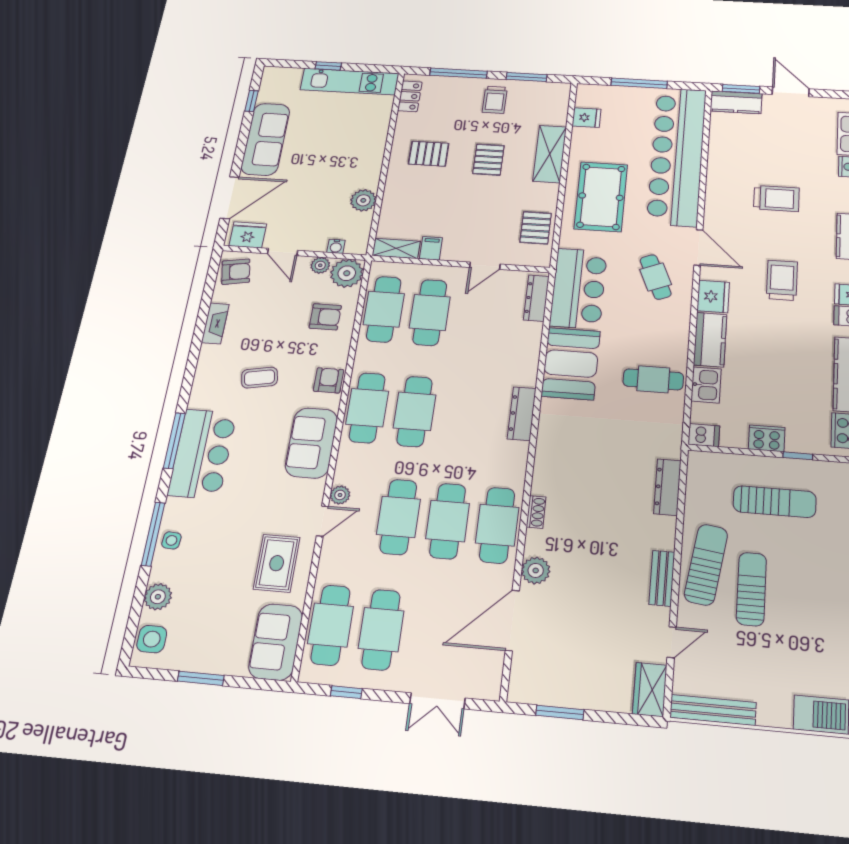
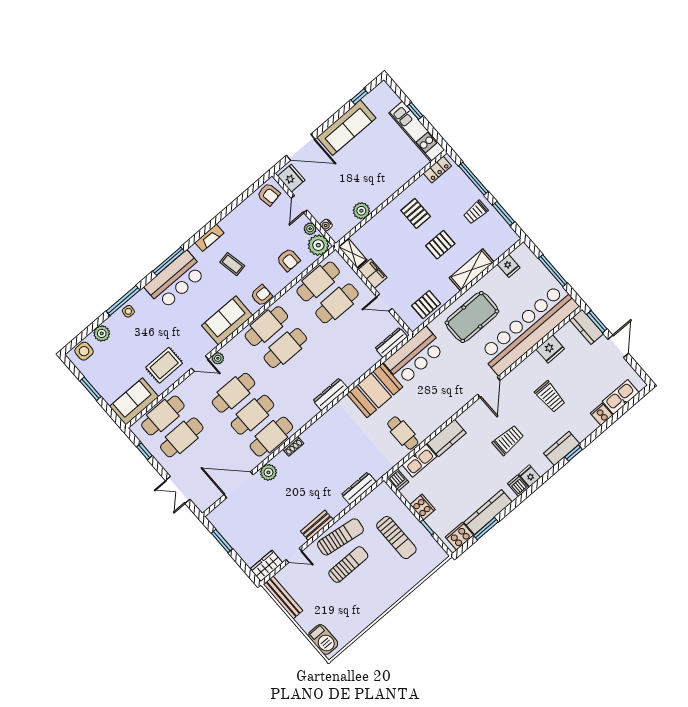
filing cabinet: (431, 248) -> (373, 274), width x2.00
cafe table: (656, 277) -> (454, 384), removed
fridge: (713, 297) -> (550, 349), moved
fireplace: (215, 323) -> (209, 238), moved
kitchen sink: (706, 385) -> (419, 461), width x1.38

